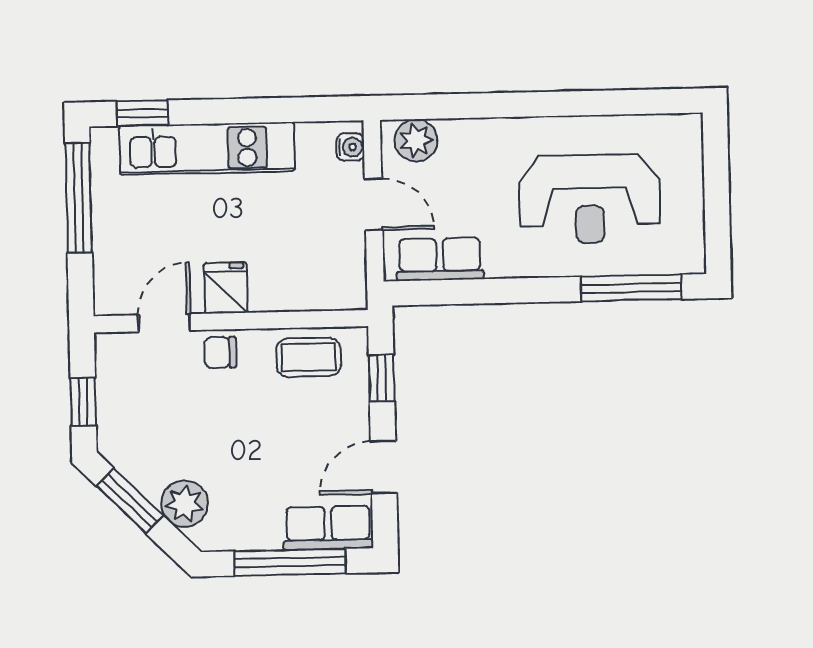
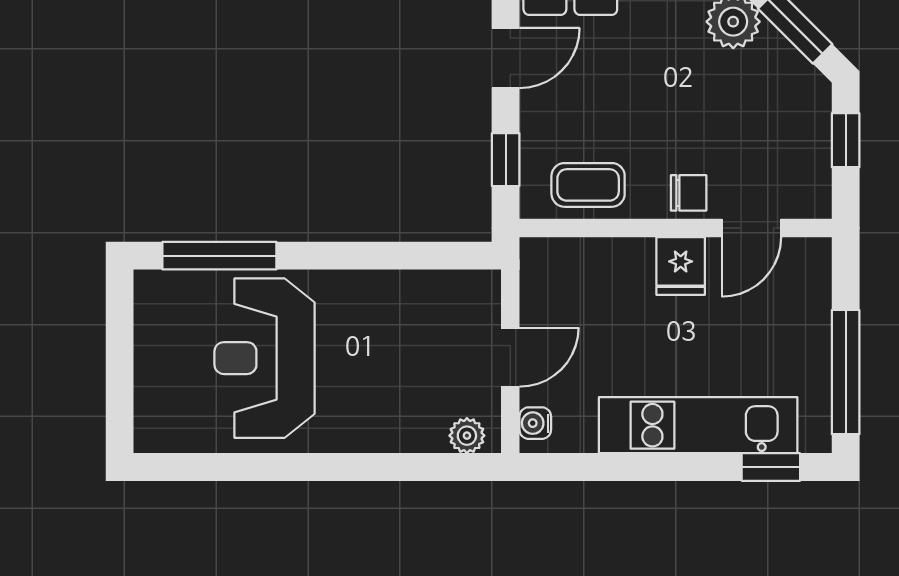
plant: (416, 140) -> (467, 436), width x0.73, depth x0.73
reception desk: (590, 199) -> (264, 358), turned -90
door: (374, 205) -> (510, 357), swing flipped
row of seats: (440, 259) -> (436, 293), removed

